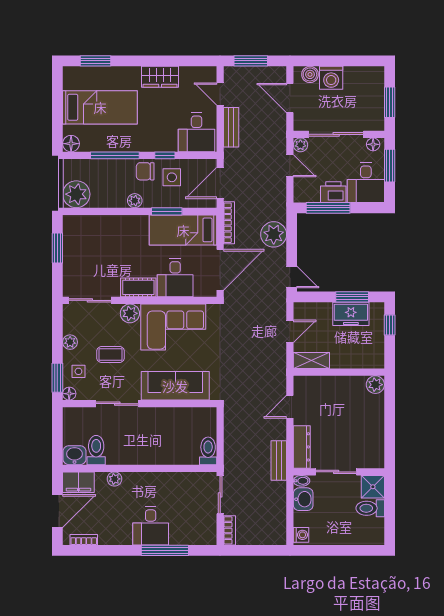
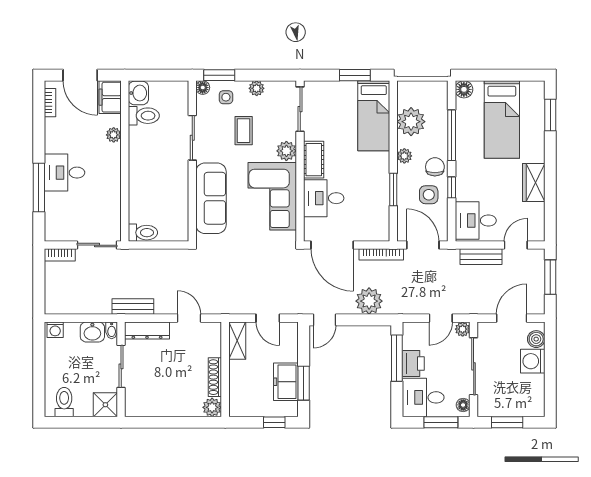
plant: (76, 194) -> (411, 122), moved
bed: (183, 230) -> (374, 116), moved, turned 180
shoe rack: (346, 382) -> (215, 377), added
toilet: (370, 508) -> (64, 402), moved

